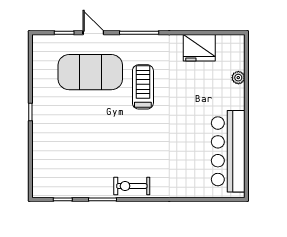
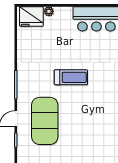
fridge: (199, 48) -> (31, 16), moved, turned 90
treadmill: (143, 87) -> (71, 77), moved, turned 180

